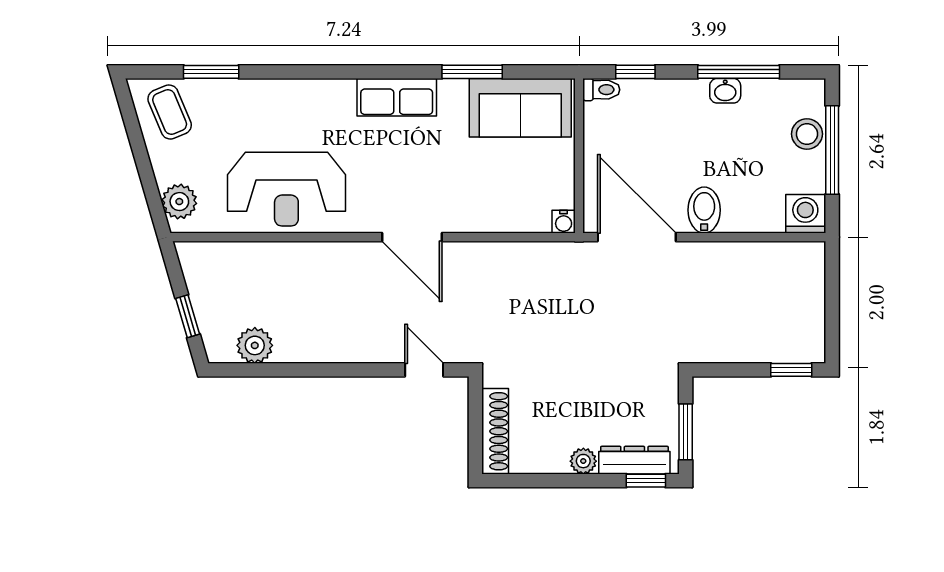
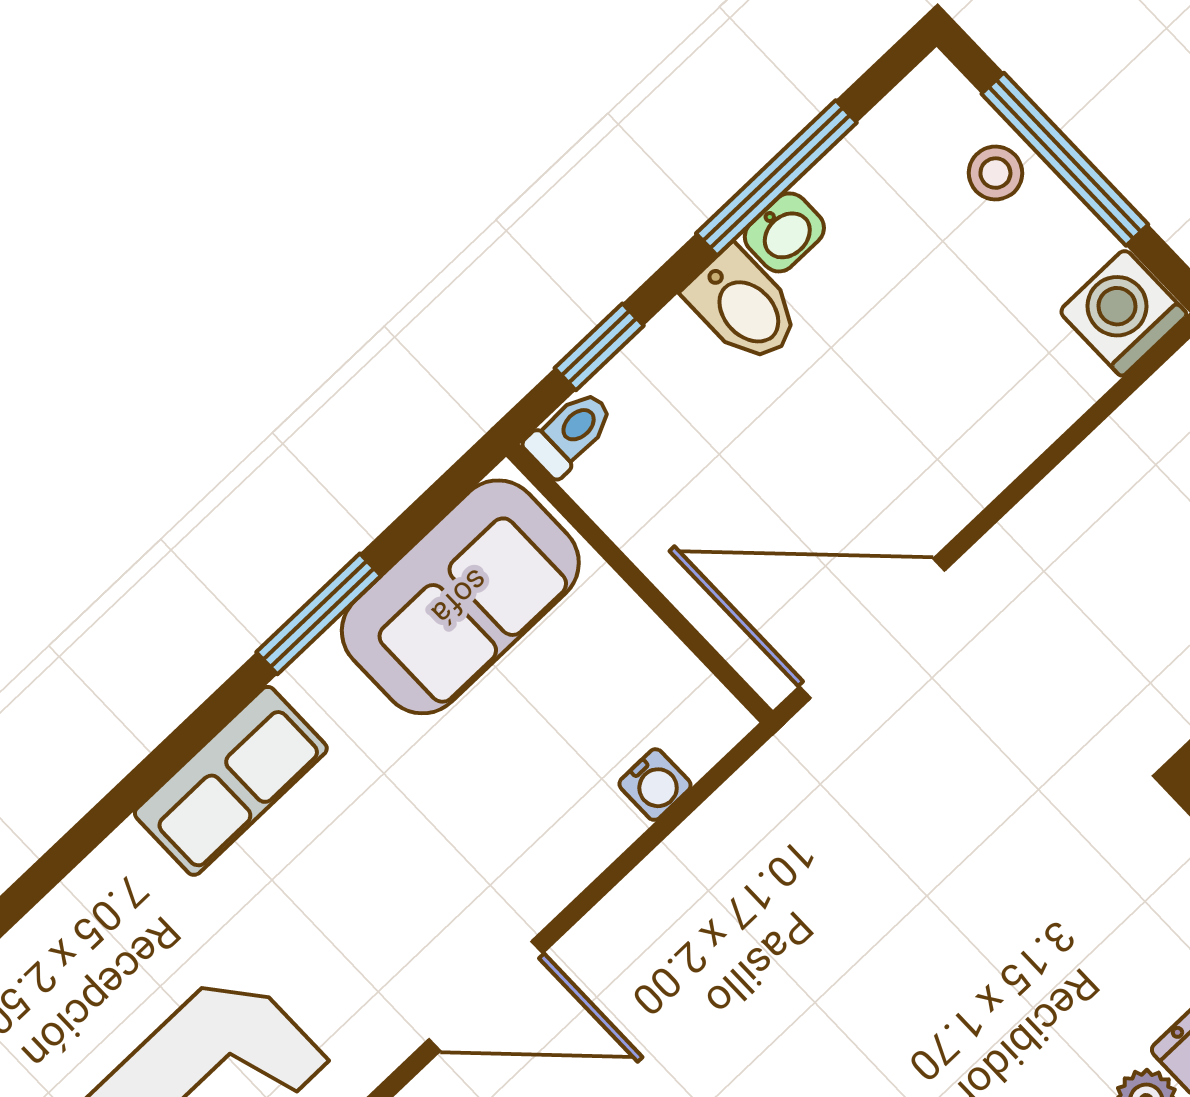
stool: (807, 134) -> (995, 173), width x0.73, depth x0.73
bidet: (704, 210) -> (744, 306), moved, turned 180
water cooler: (564, 222) -> (655, 785), moved

